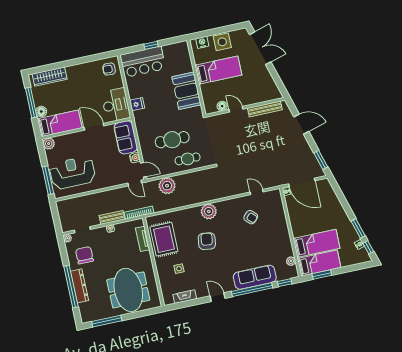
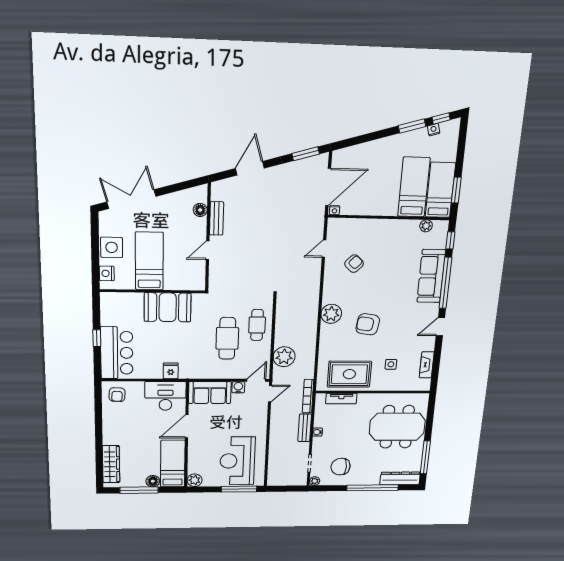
floor lamp: (222, 106) -> (200, 210), moved
bench: (265, 109) -> (216, 218), width x0.73
dresser: (79, 286) -> (400, 478), moved

